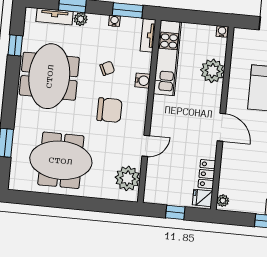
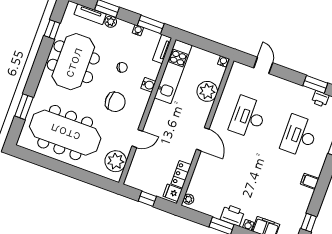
meeting table: (61, 160) -> (65, 133), width x1.36

